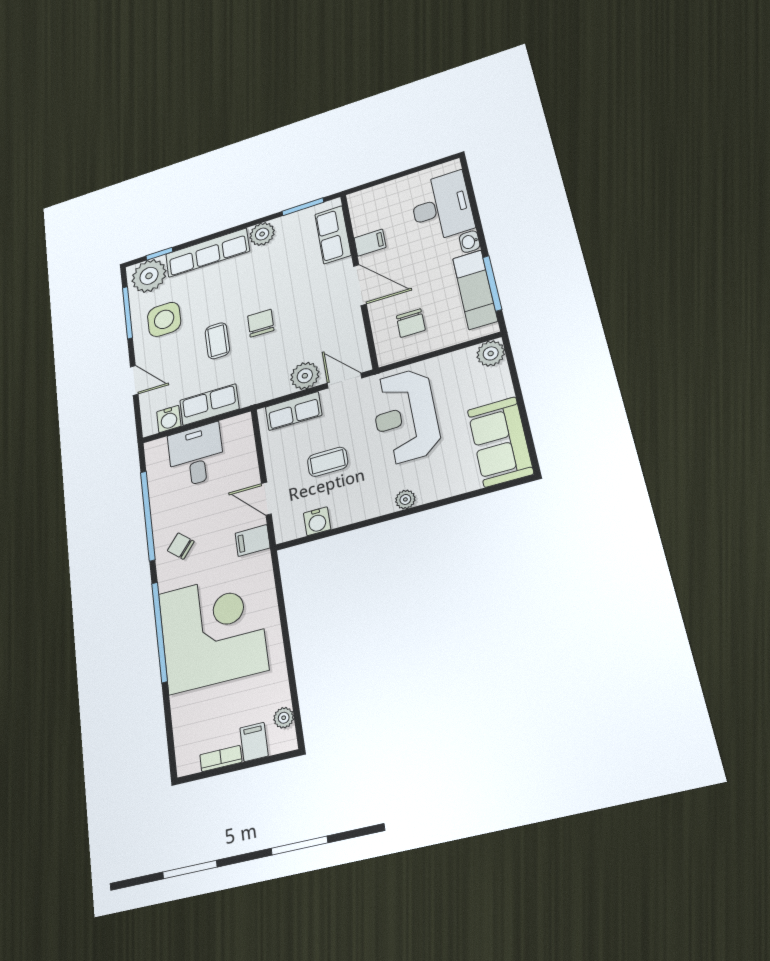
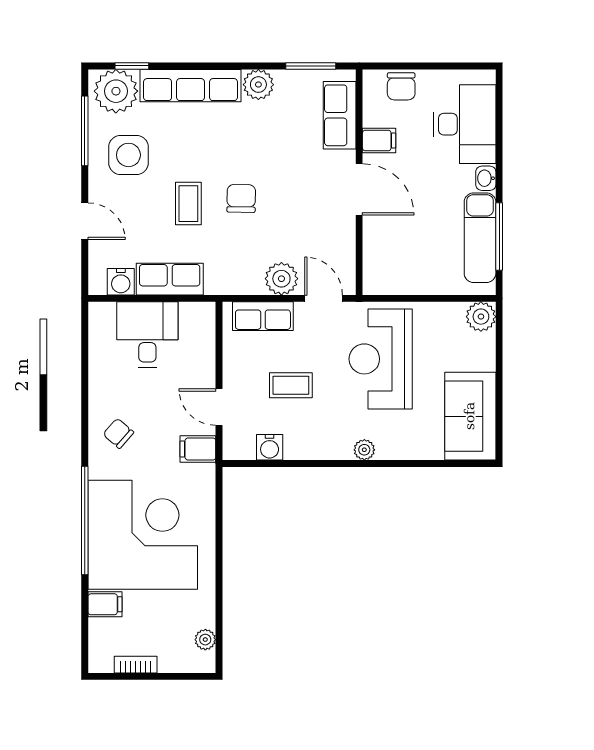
chair: (411, 323) -> (401, 86), moved
window: (148, 516) -> (85, 388), removed
filing cabinet: (254, 742) -> (105, 604), moved, turned 90

